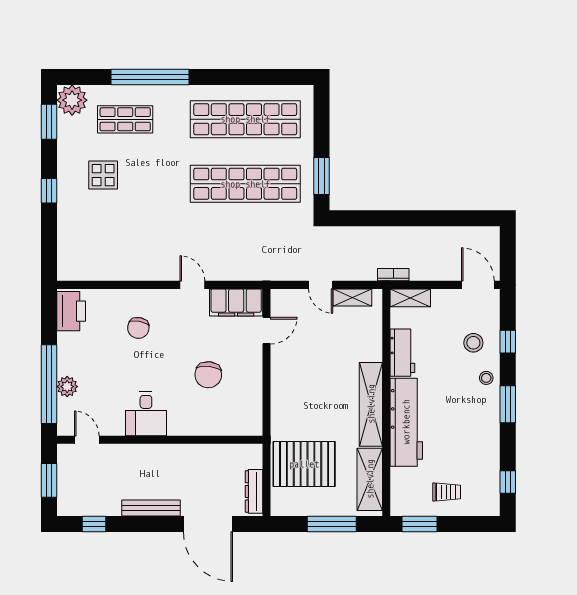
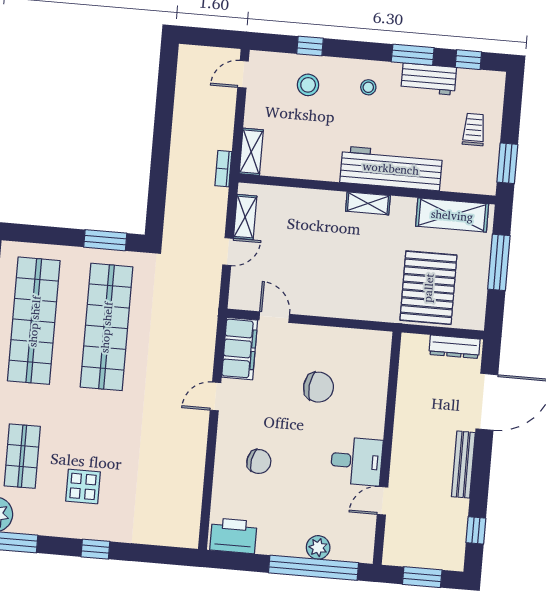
door: (478, 285) -> (243, 74), width x0.73
workbench: (402, 353) -> (429, 79), moved, turned 180
stool: (486, 378) -> (368, 87), moved
shelving: (371, 404) -> (368, 203), width x0.45, depth x0.75
window: (508, 404) -> (413, 55), moved
door: (87, 440) -> (383, 501), moved

